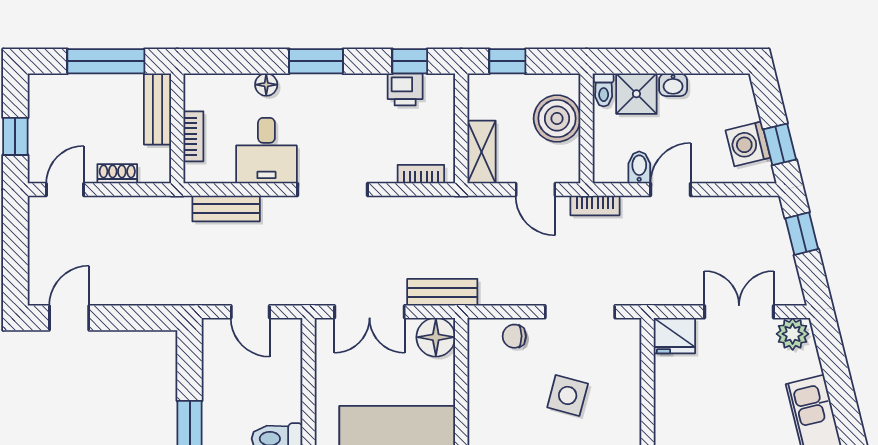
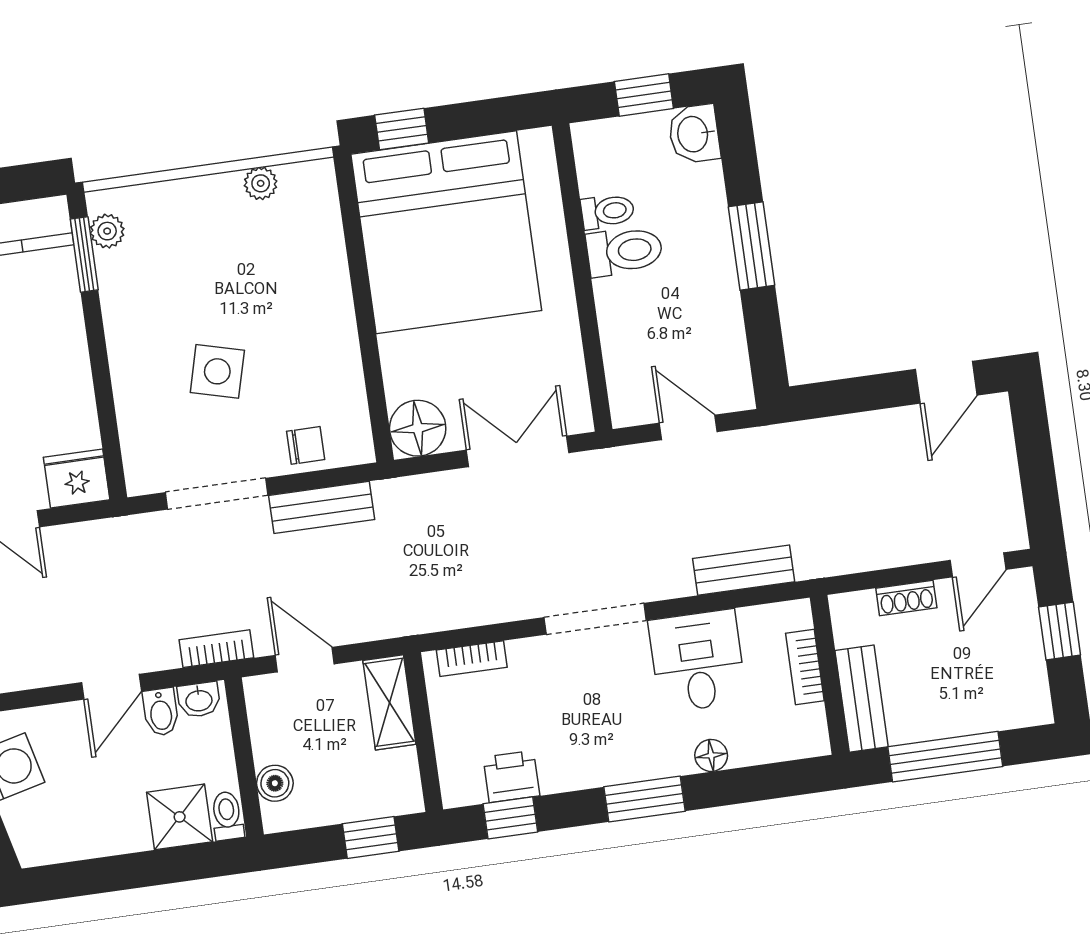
washbasin: (673, 85) -> (199, 700), moved, turned 180
boiler: (557, 118) -> (275, 783), width x0.54, depth x0.54
bench: (442, 292) -> (322, 507), moved

